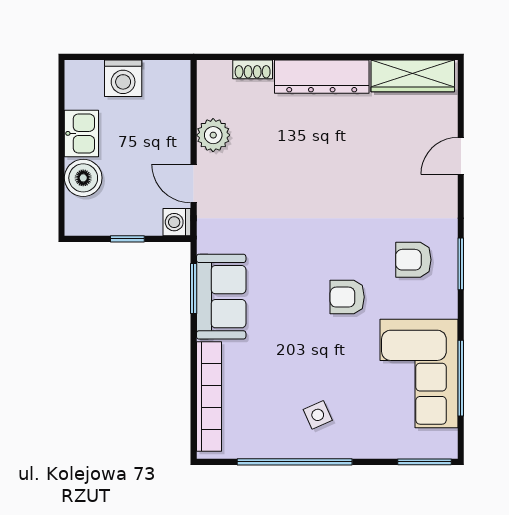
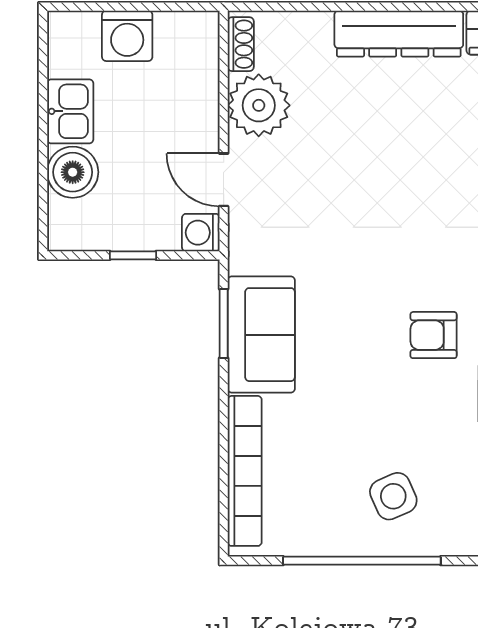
shoe rack: (253, 69) -> (241, 44), moved, turned -90
plant: (213, 135) -> (259, 105), width x1.36, depth x1.36
side table: (318, 415) -> (393, 496), width x1.37, depth x1.37

